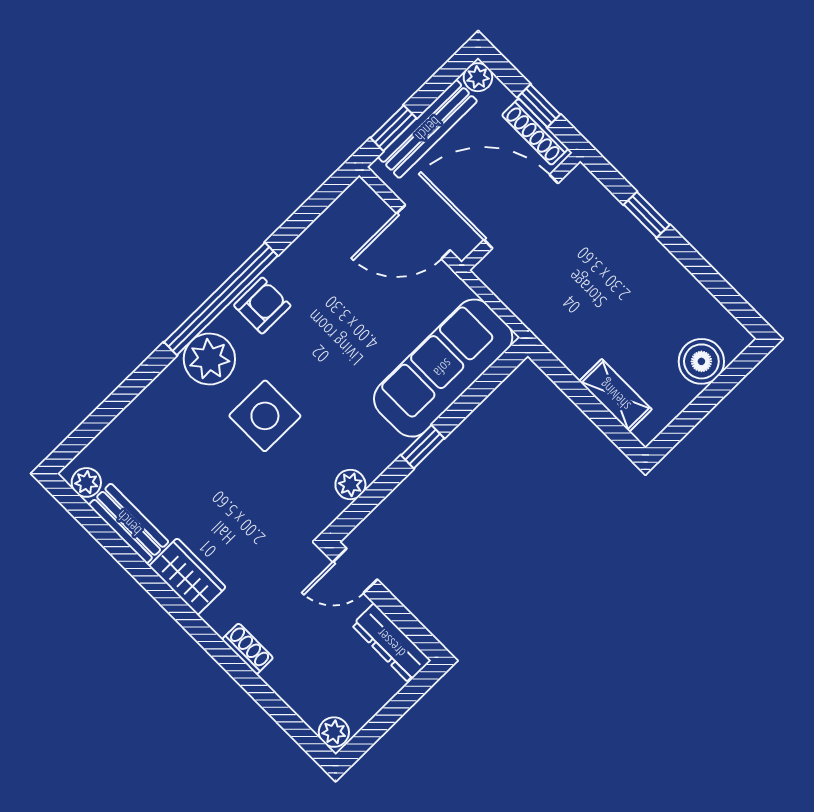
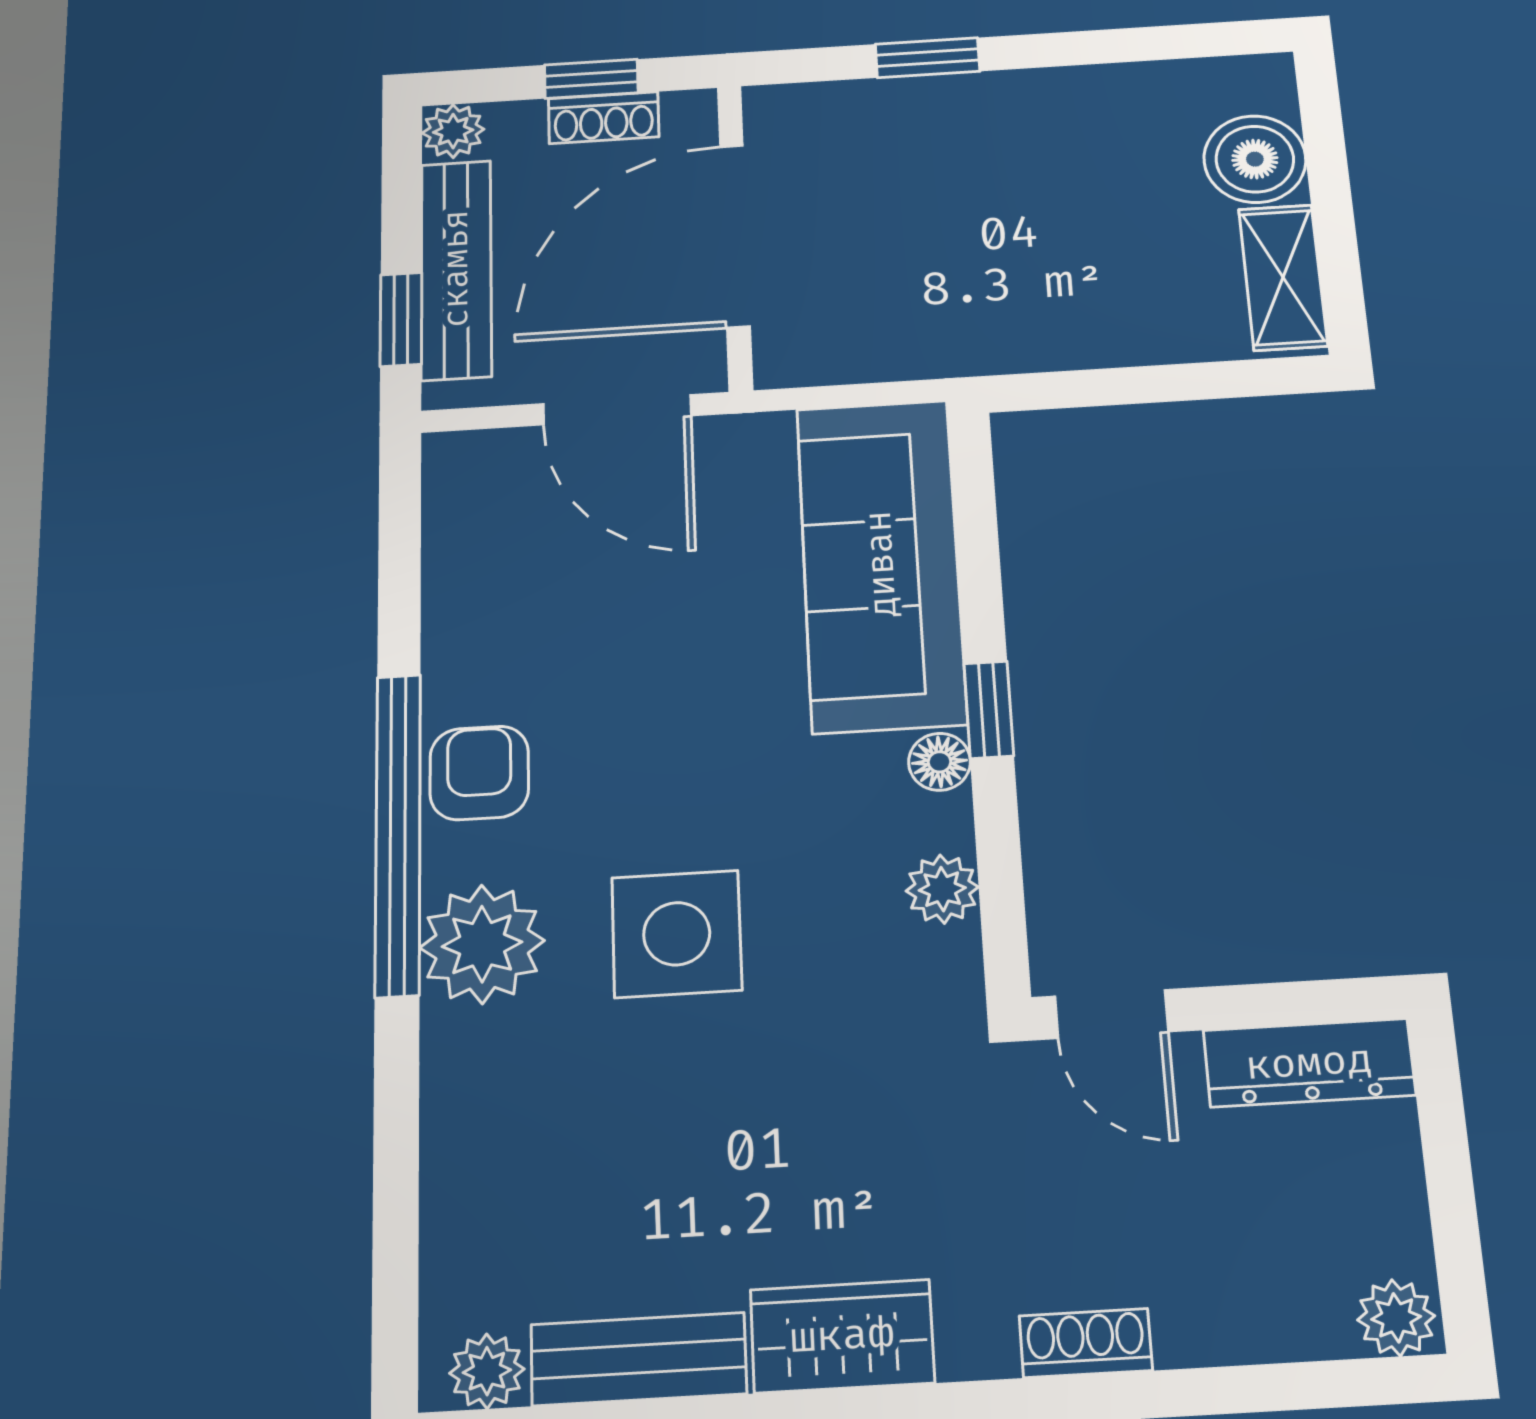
shoe rack: (535, 132) -> (604, 118), width x0.70
door: (423, 232) -> (617, 410), hinge flipped
shelving: (615, 395) -> (1283, 277), moved, turned 90
floor lamp: (392, 447) -> (940, 762), added
door: (355, 571) -> (1111, 1014), hinge flipped

